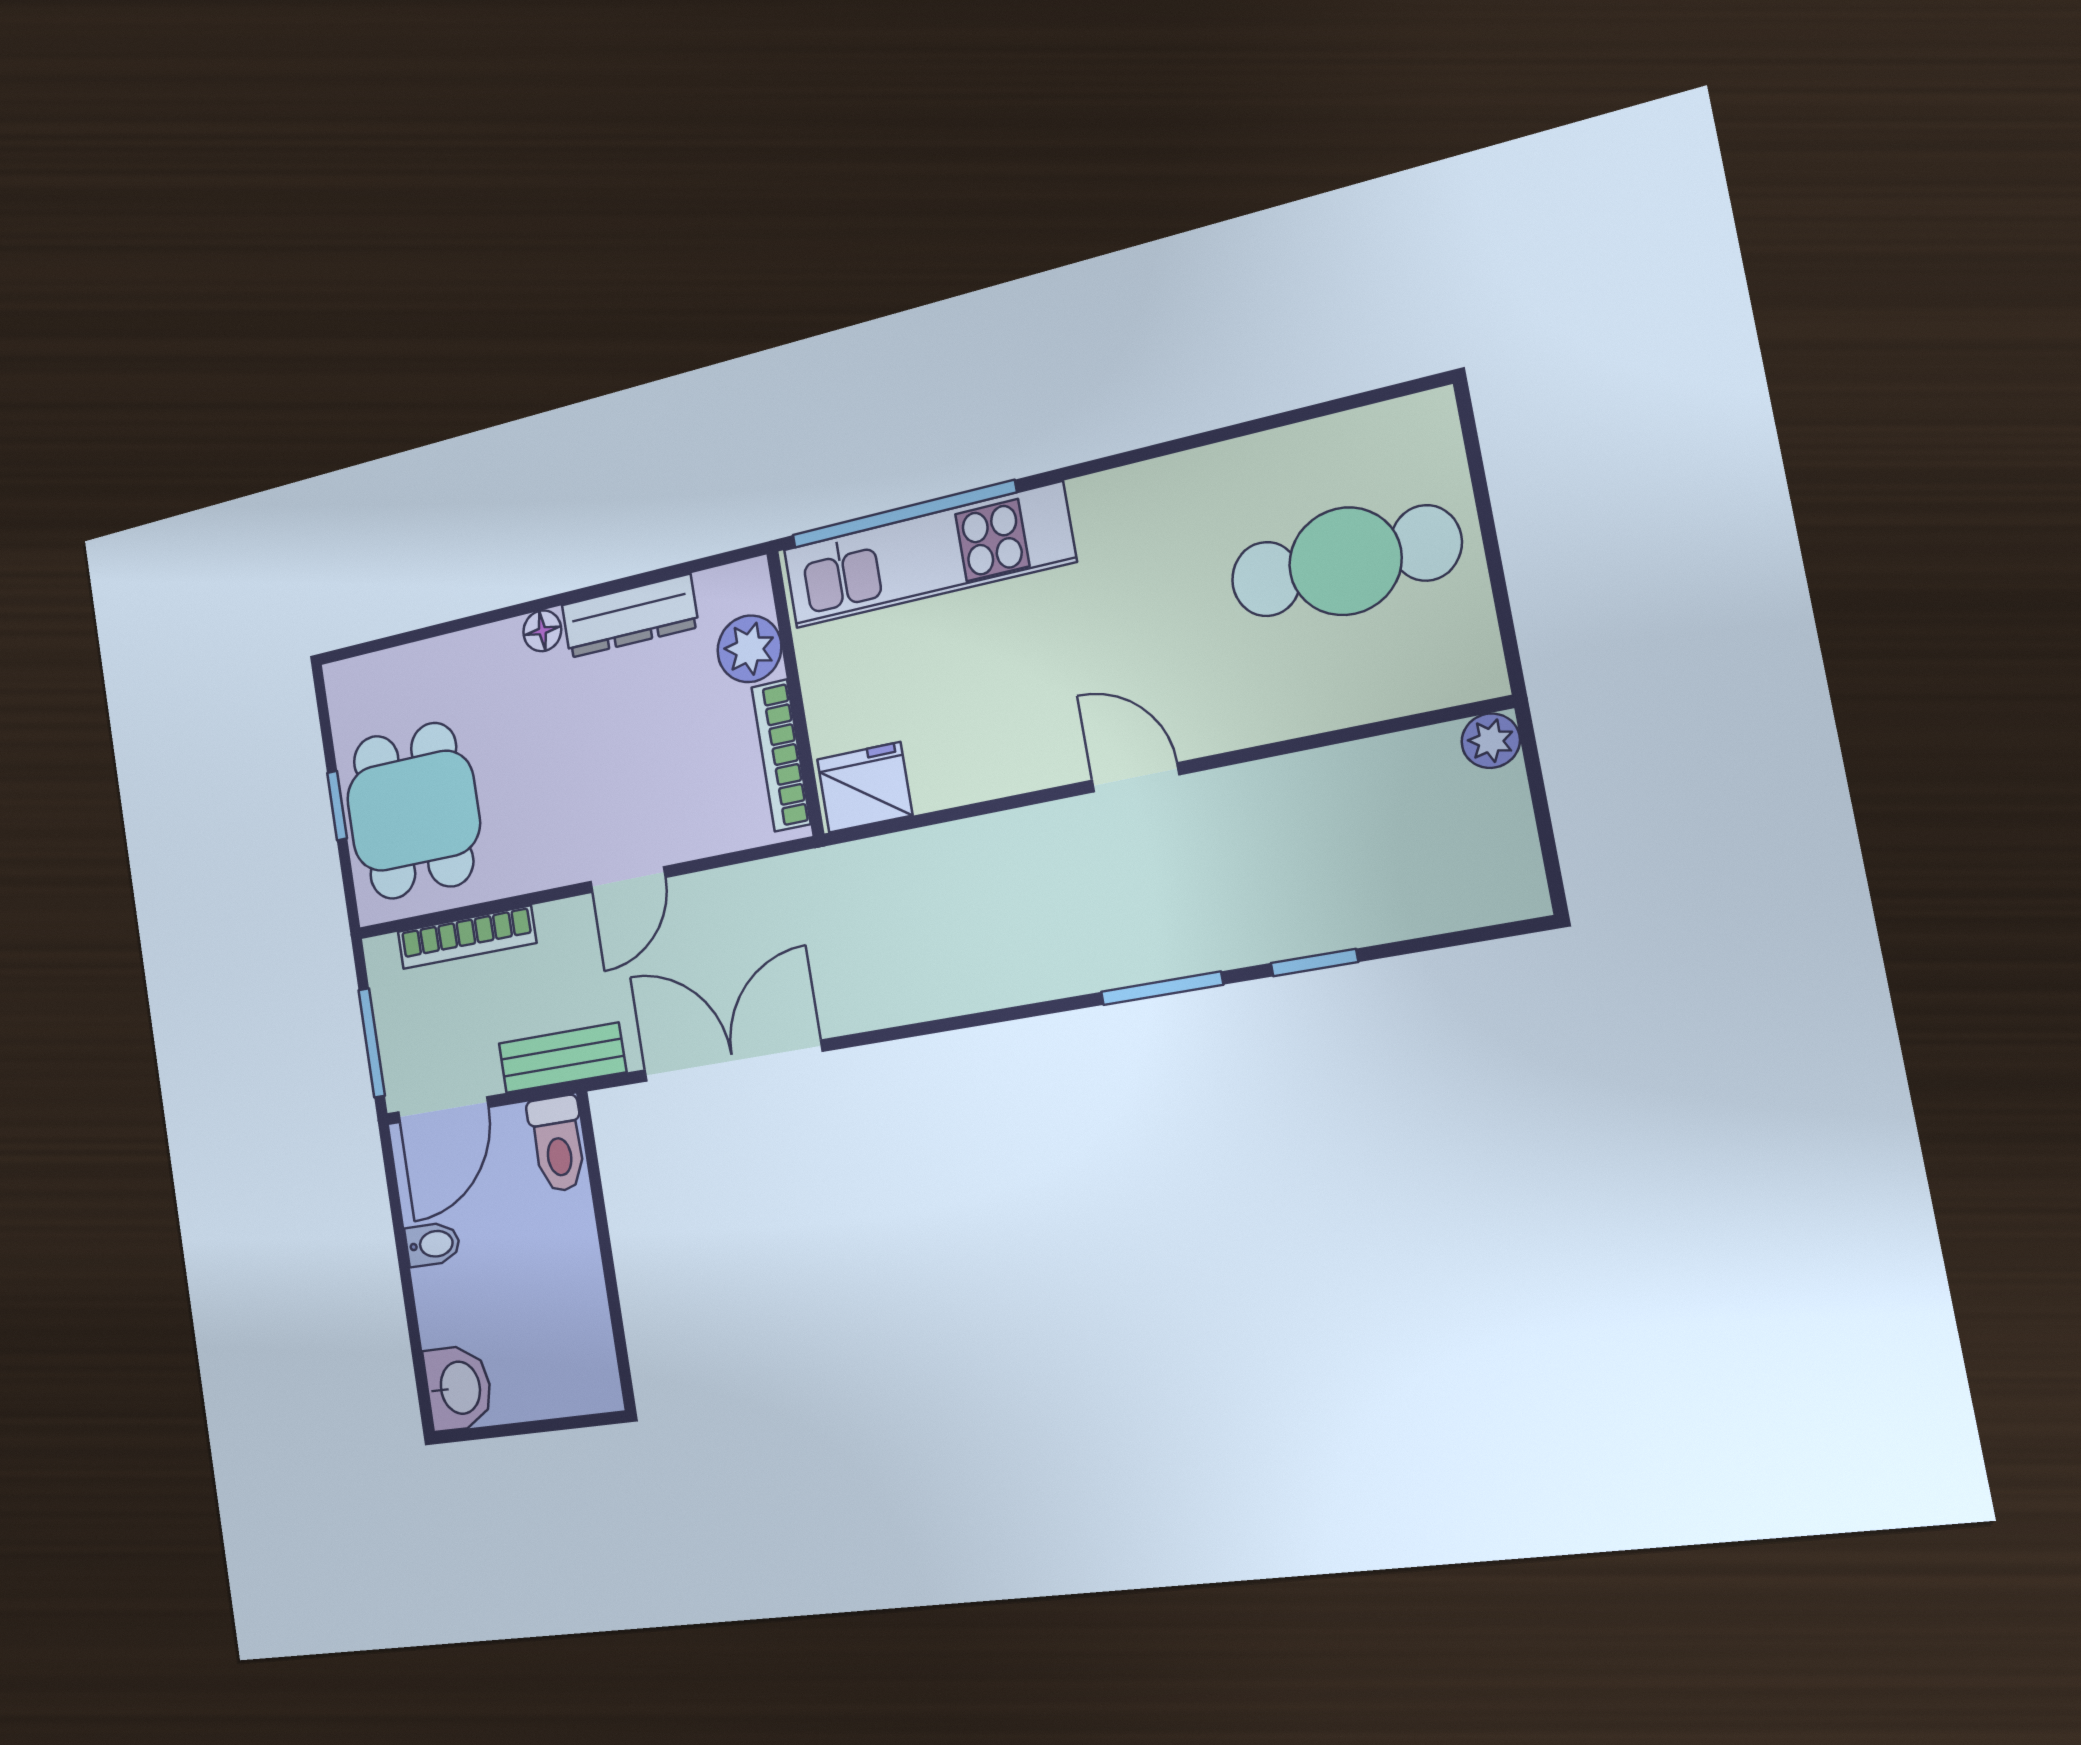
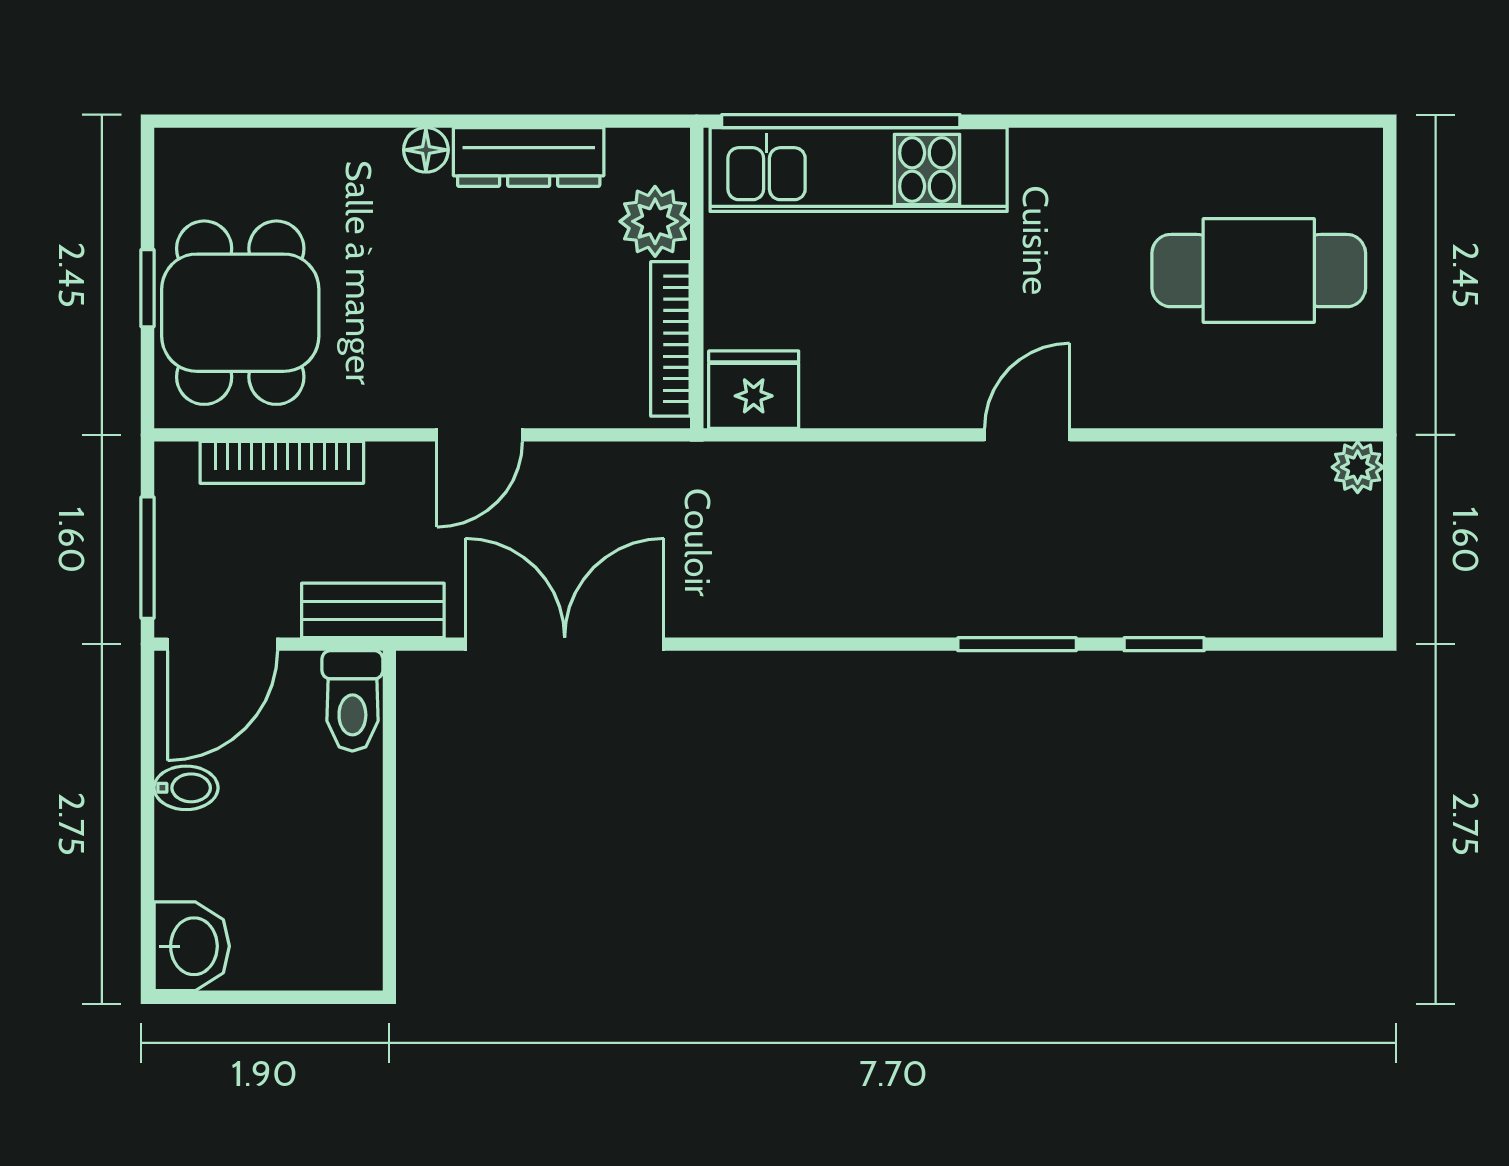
door: (1135, 777) -> (1027, 435), hinge flipped

